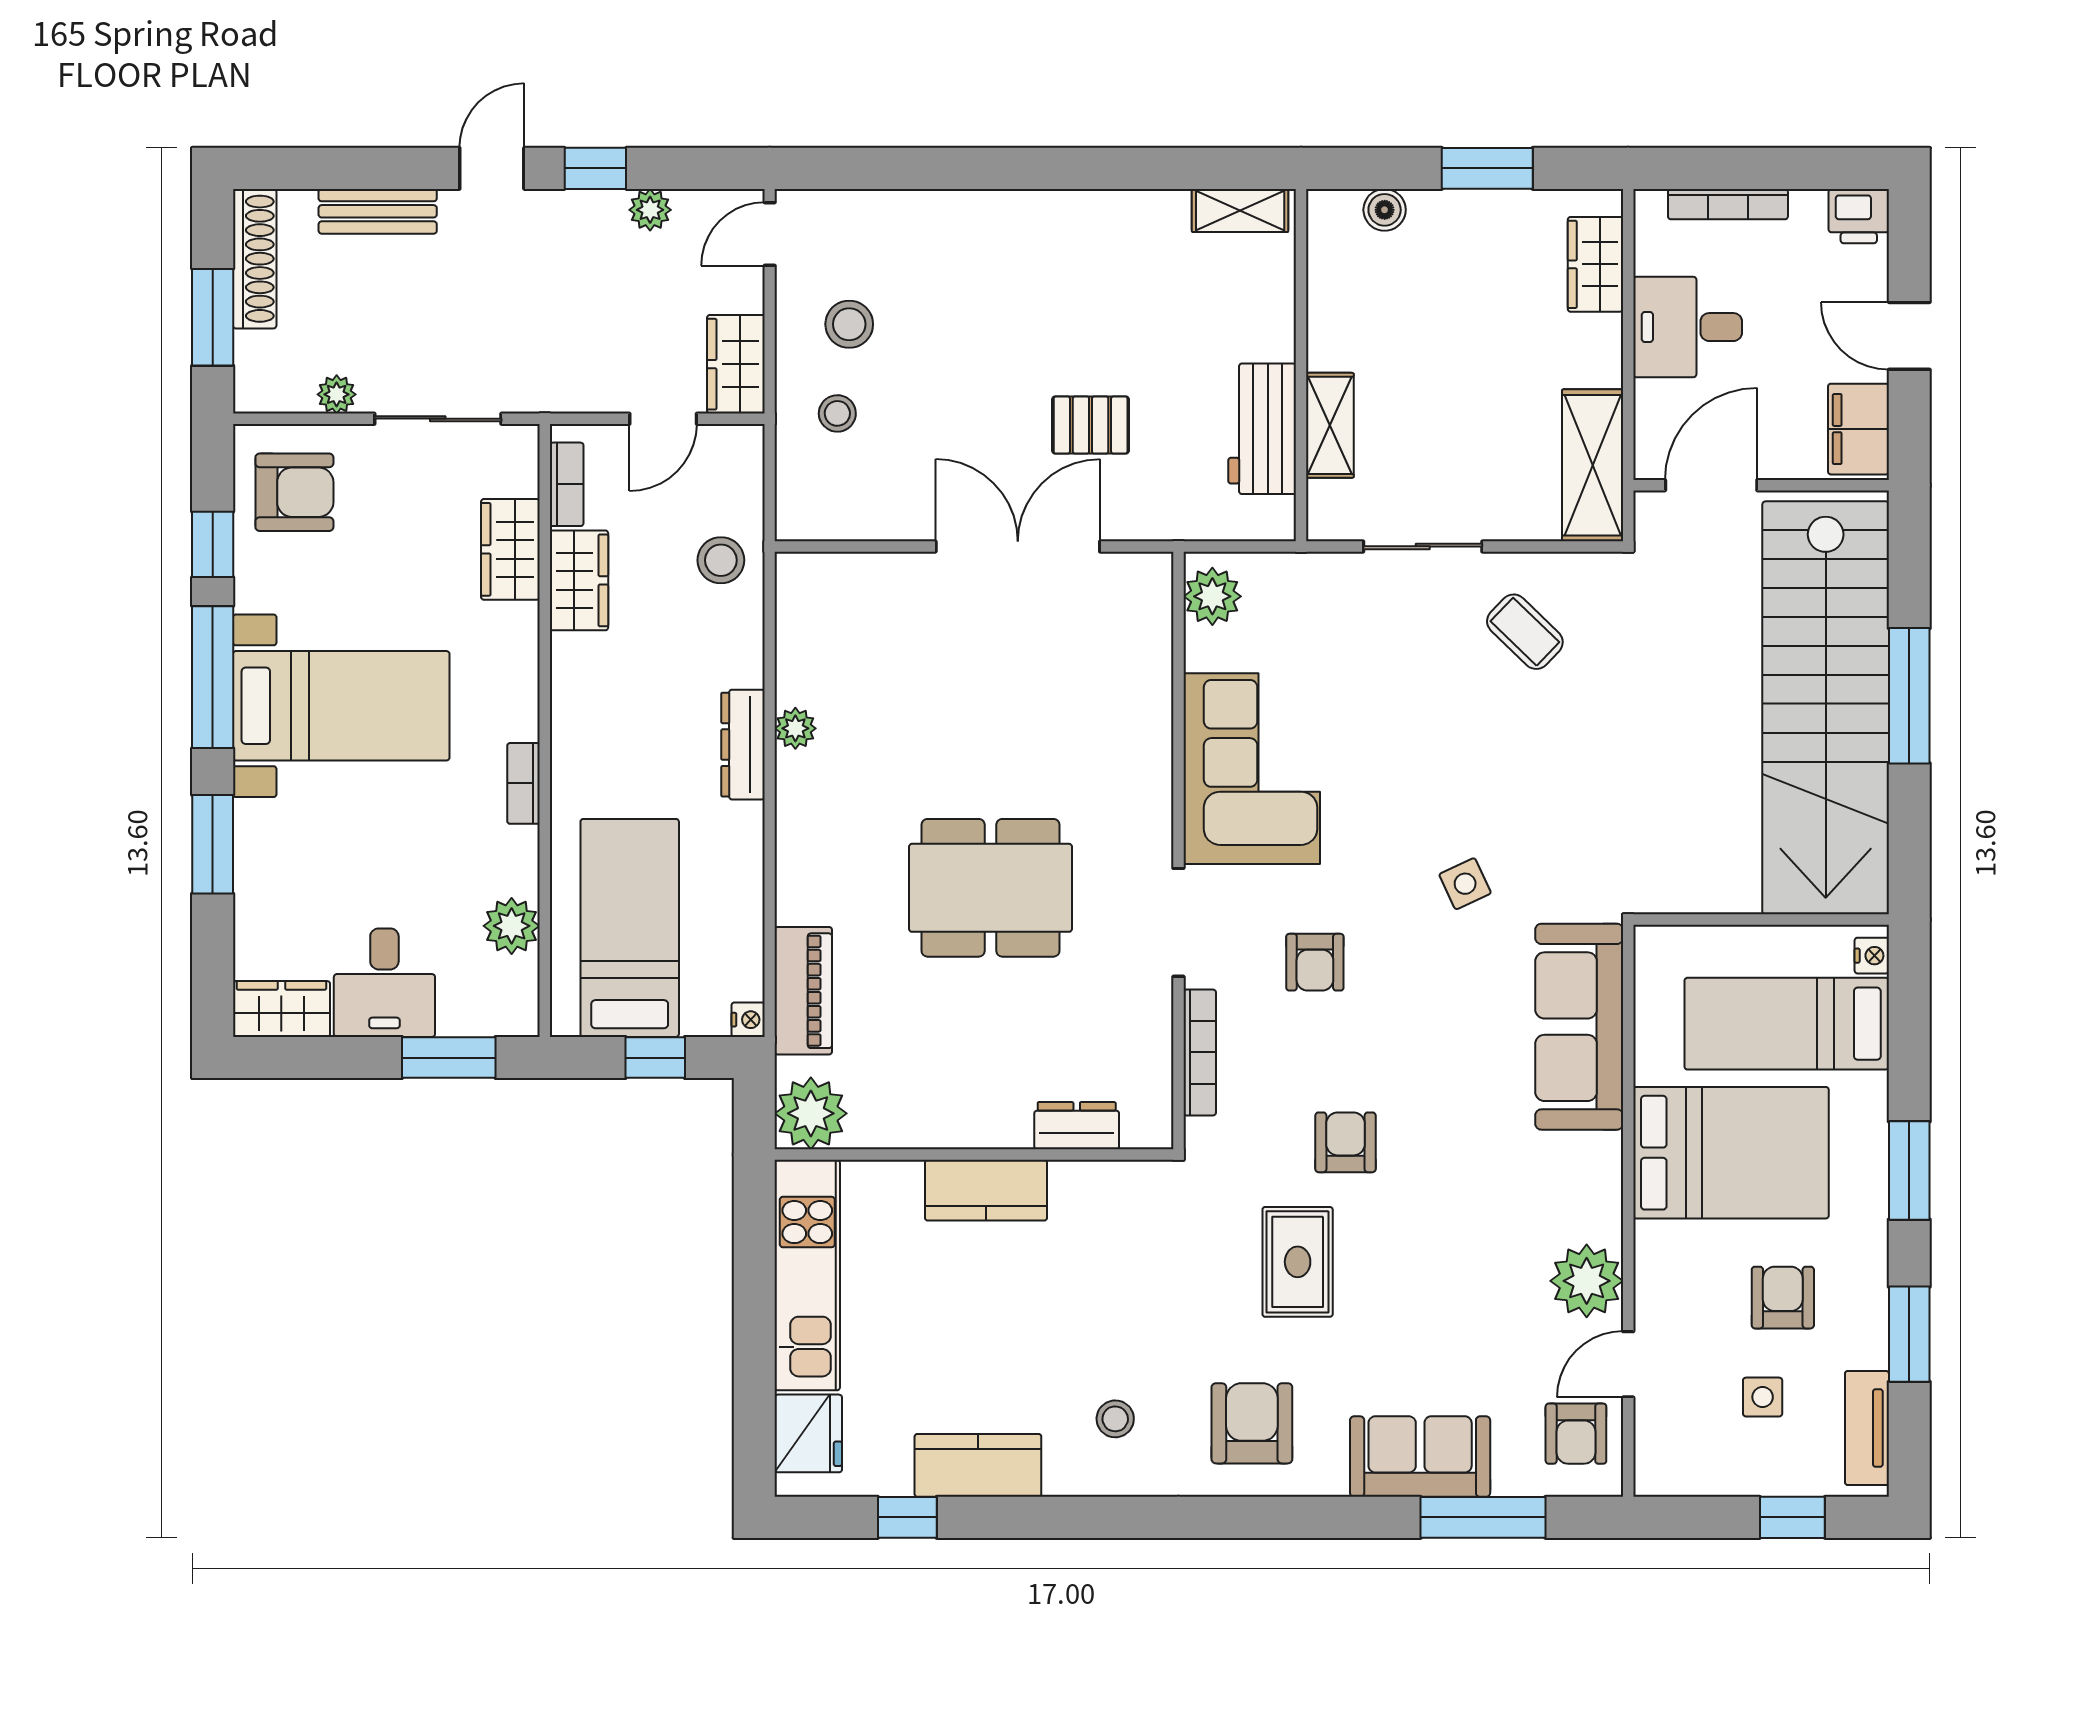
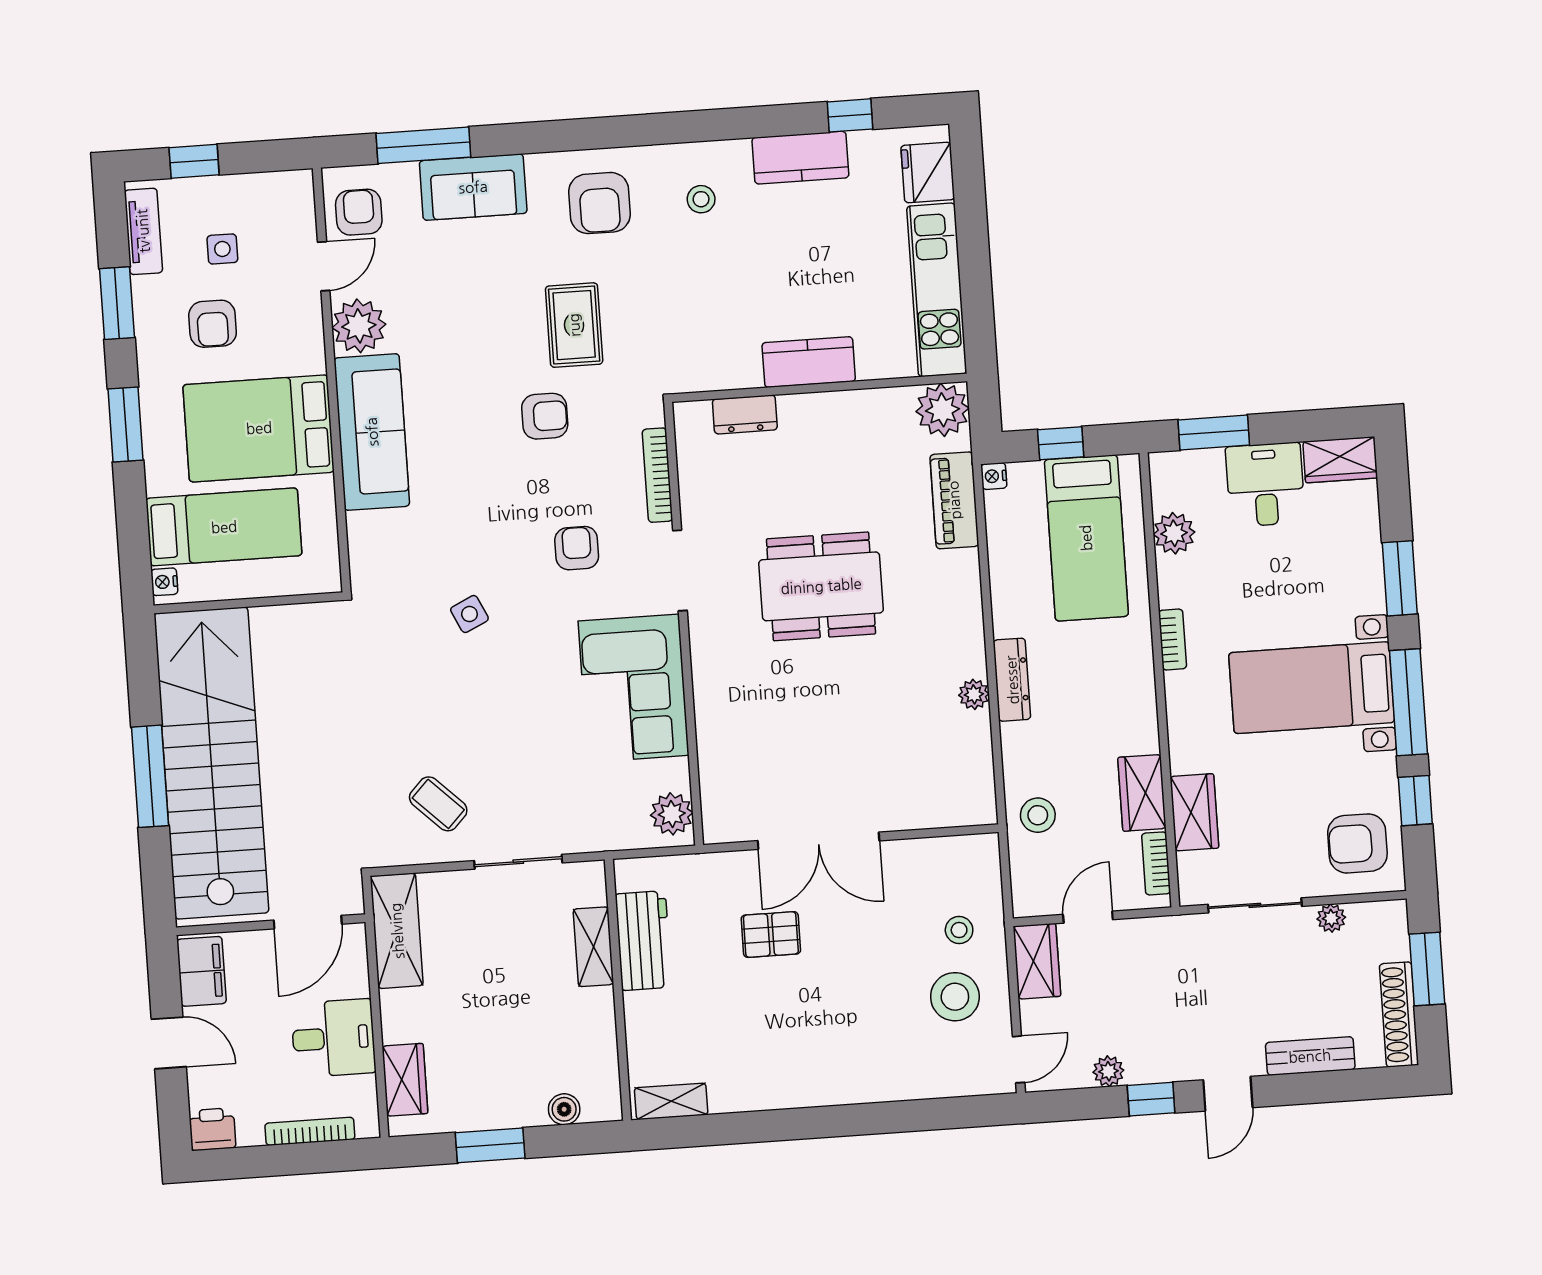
stool: (849, 324) -> (955, 997), width x1.38, depth x1.38
sofa: (1579, 1027) -> (372, 432), moved
armchair: (1346, 1142) -> (545, 416), turned -90

